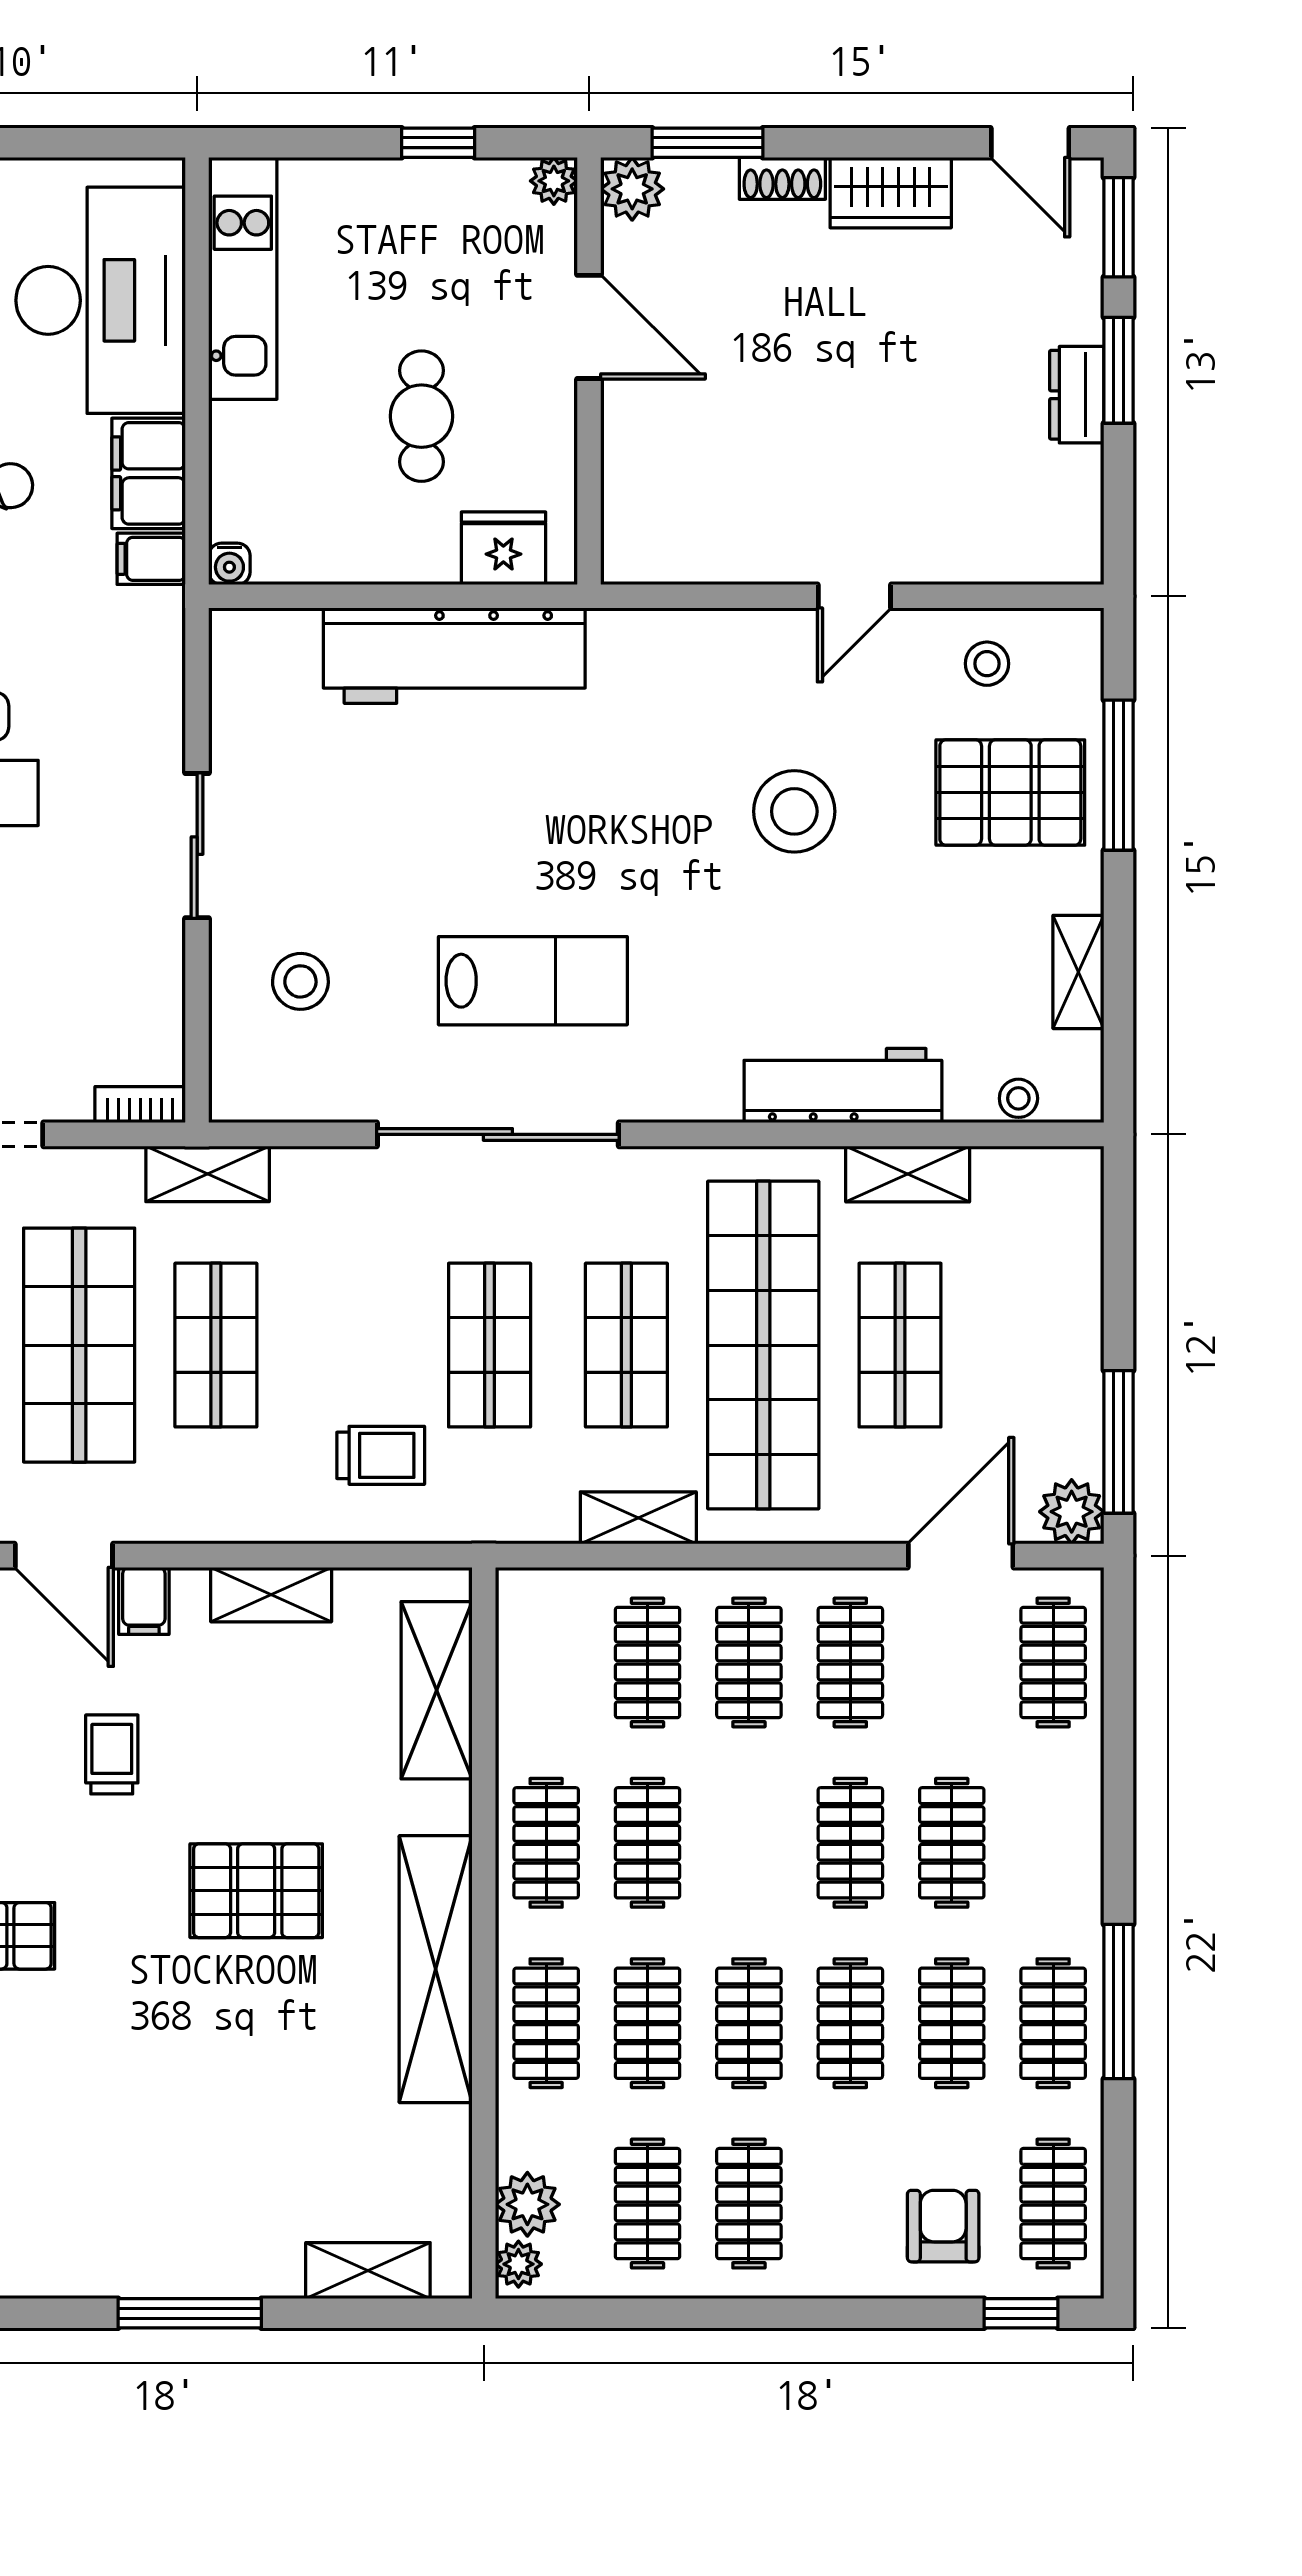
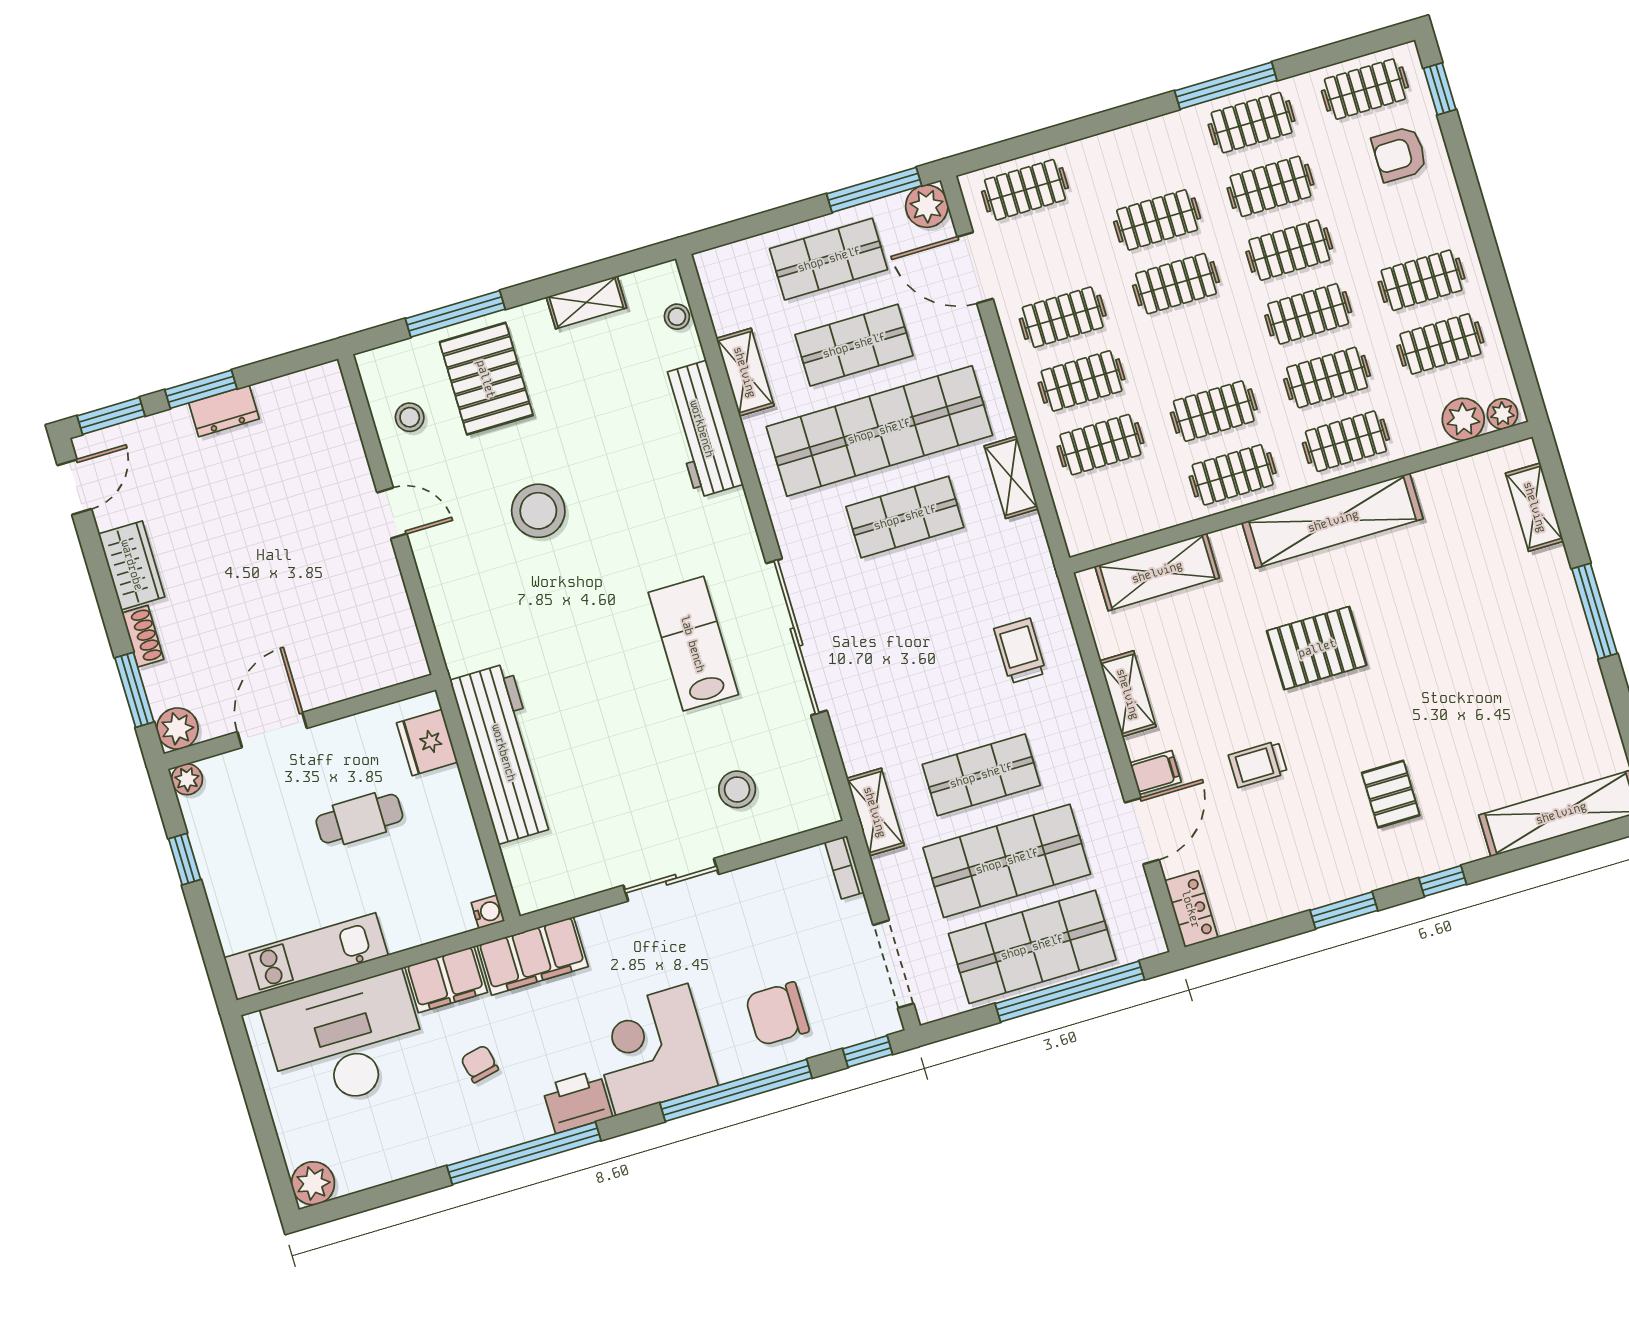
filing cabinet: (151, 559) -> (533, 956), width x3.00, depth x1.17
shop shelf: (490, 1345) -> (829, 259), moved
pallet: (256, 1891) -> (1317, 648), turned 90

